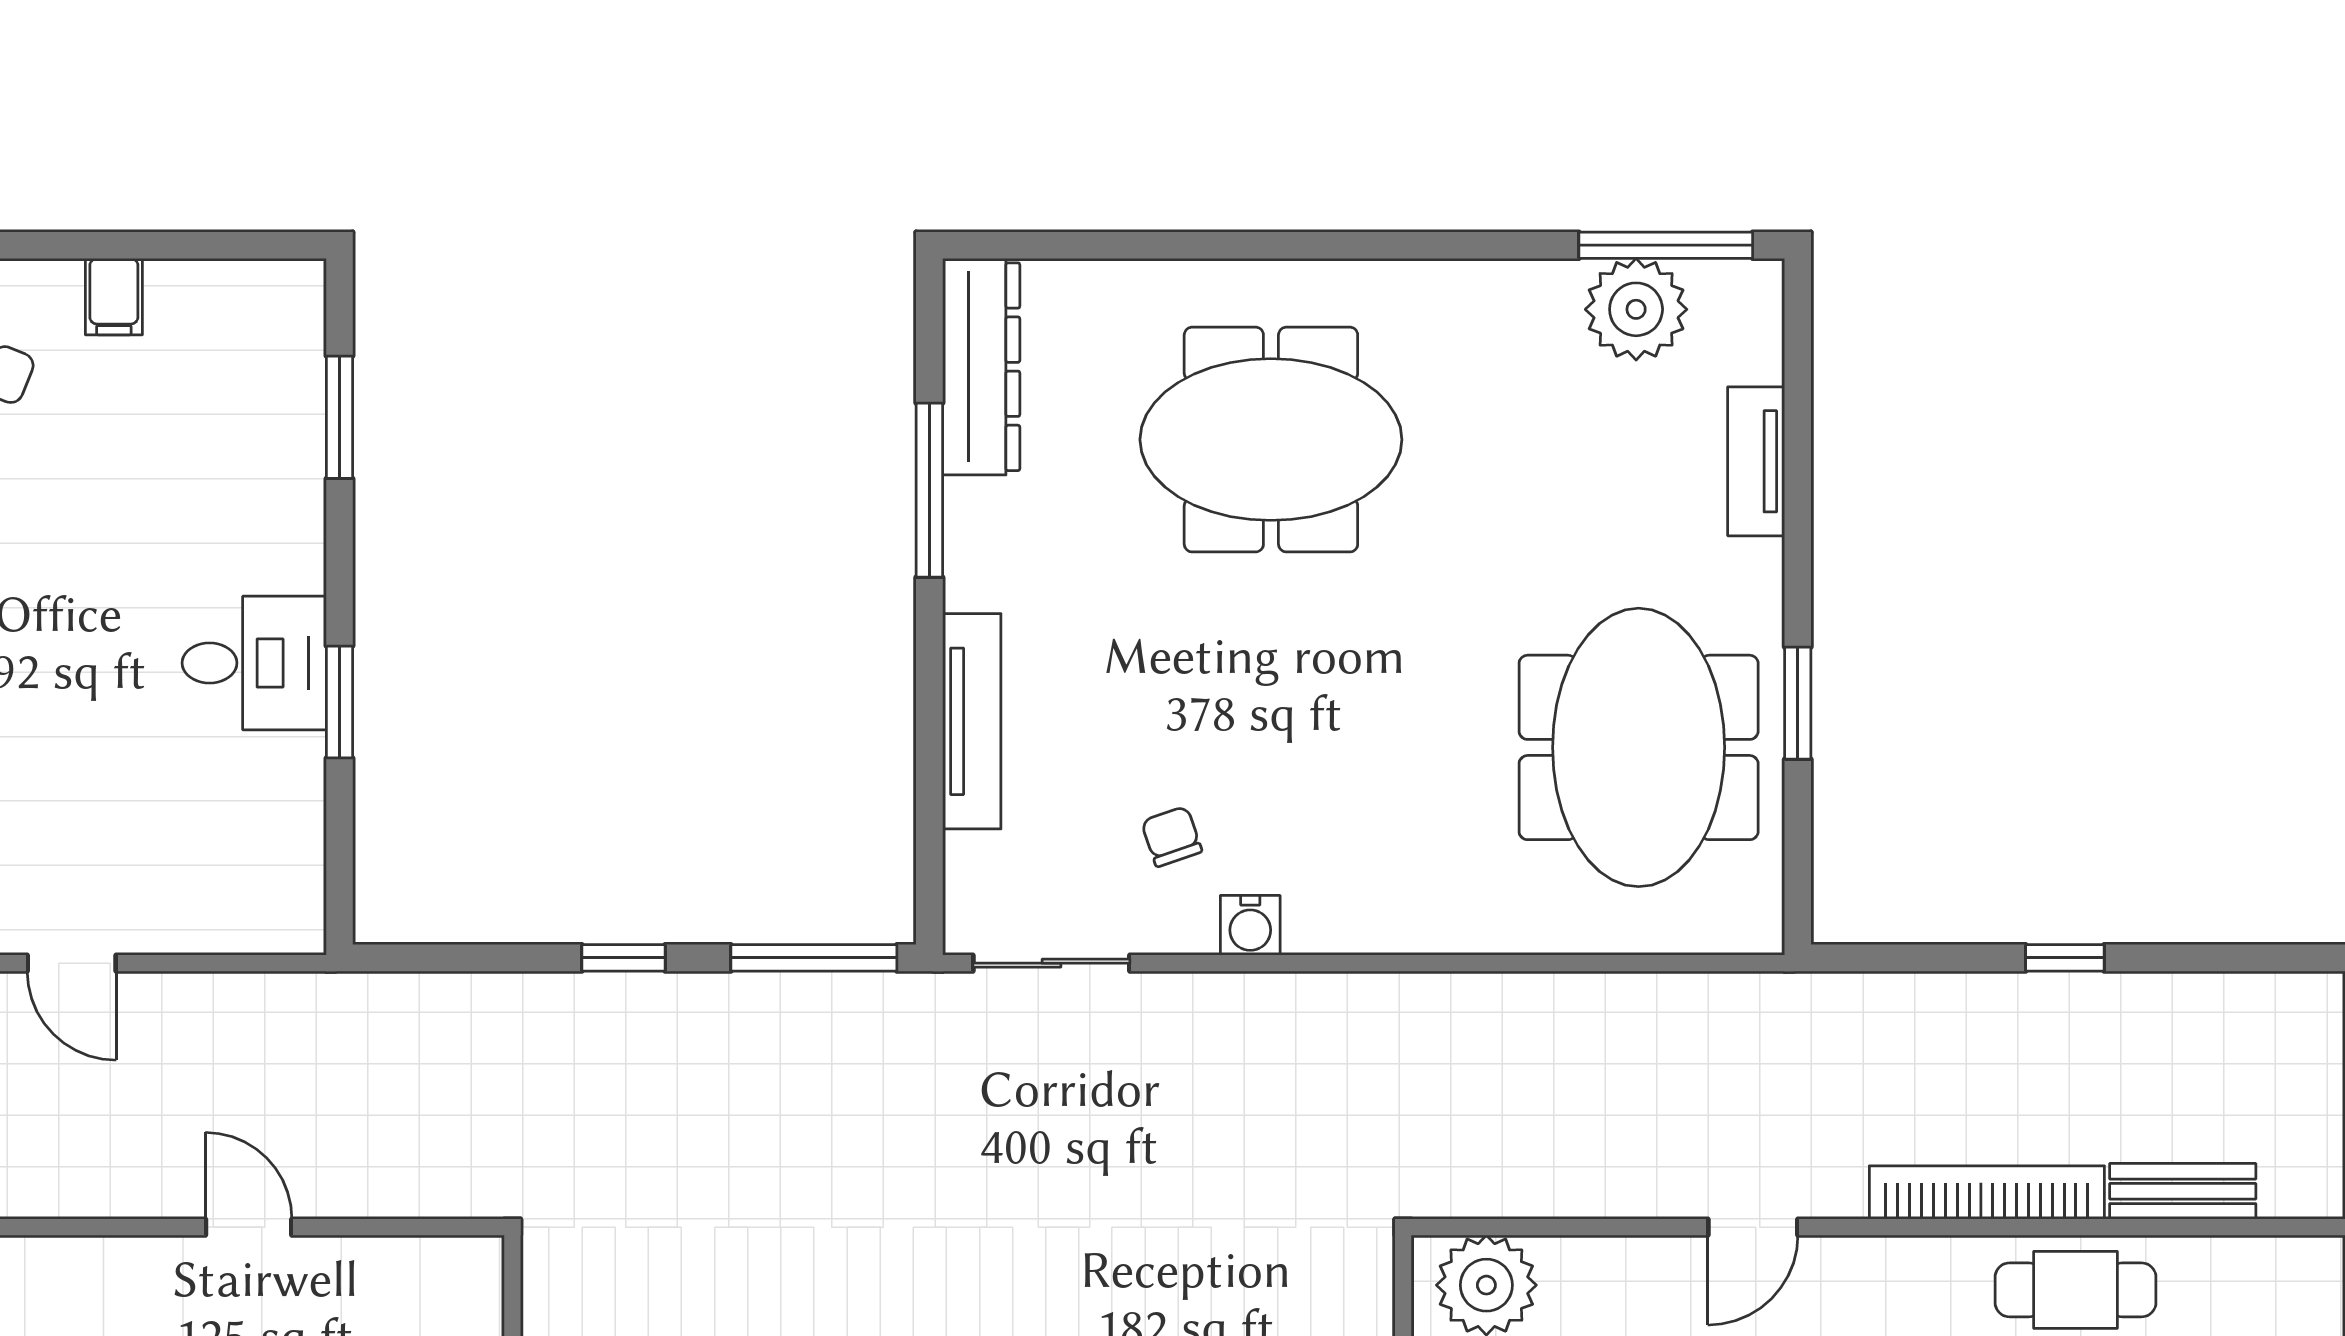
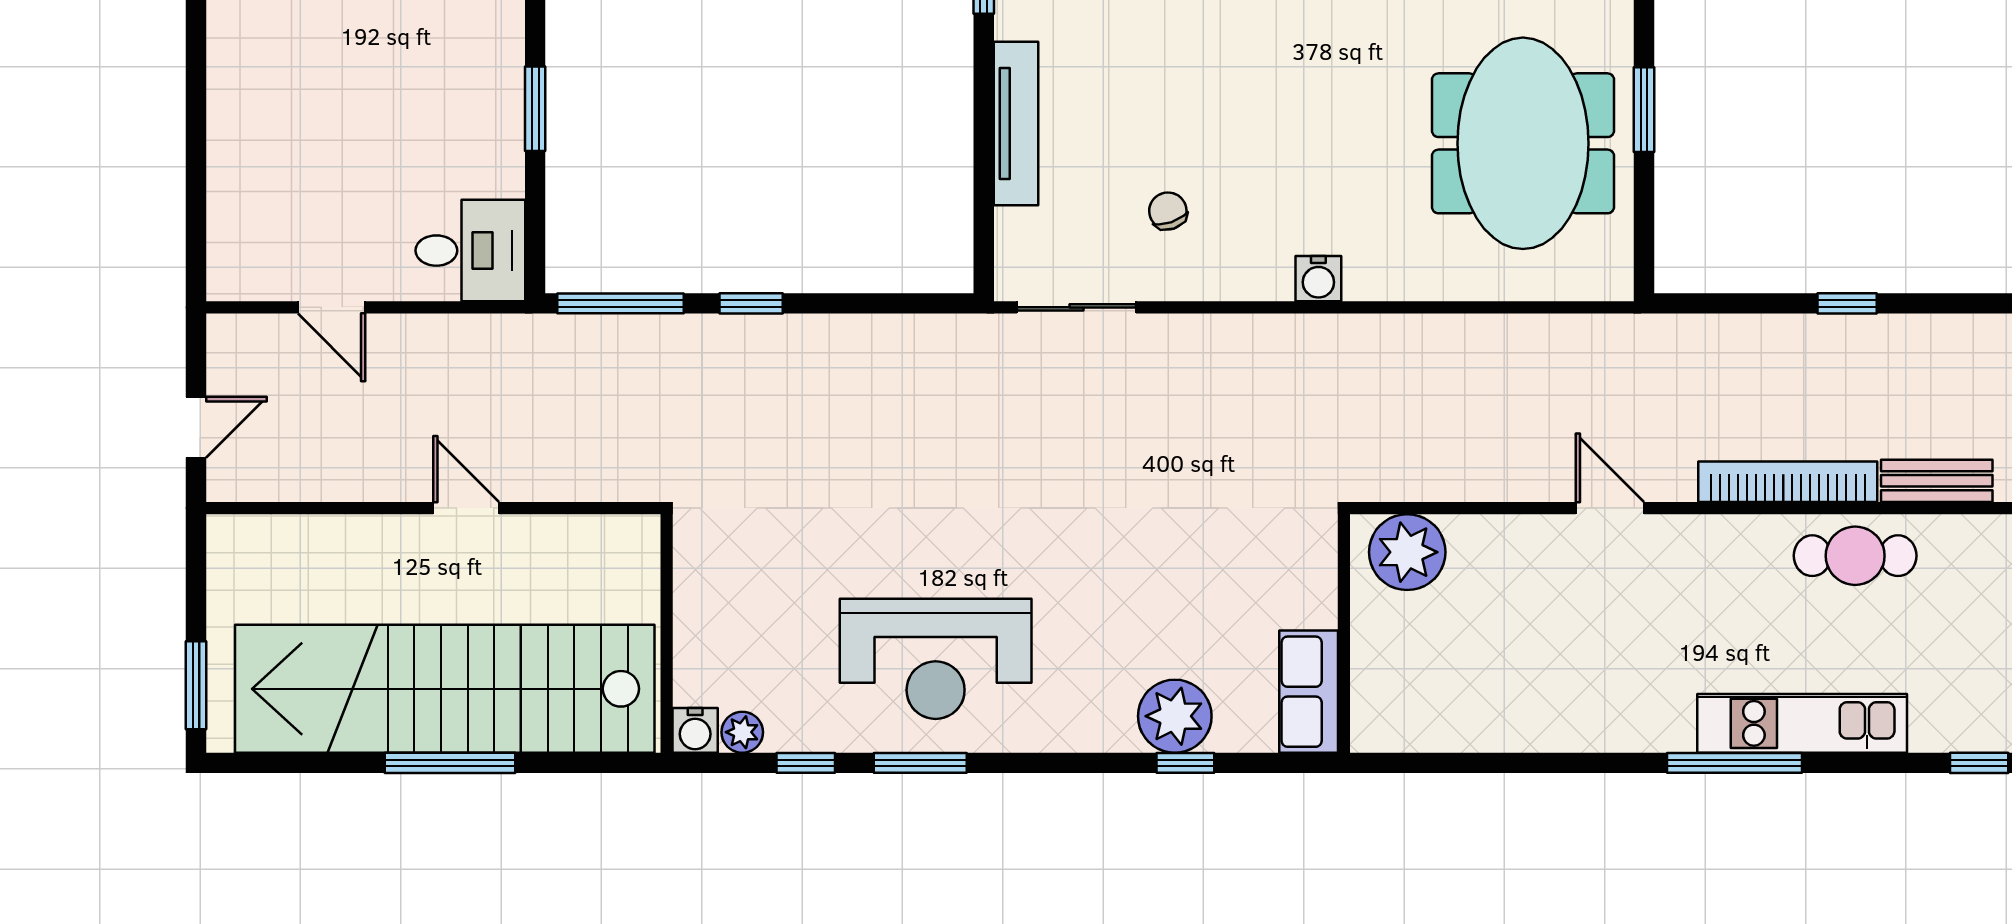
desk: (254, 663) -> (470, 251), moved
water cooler: (1250, 925) -> (1318, 279), moved
window: (814, 958) -> (621, 303), moved
door: (1753, 1227) -> (1610, 508), swing flipped

